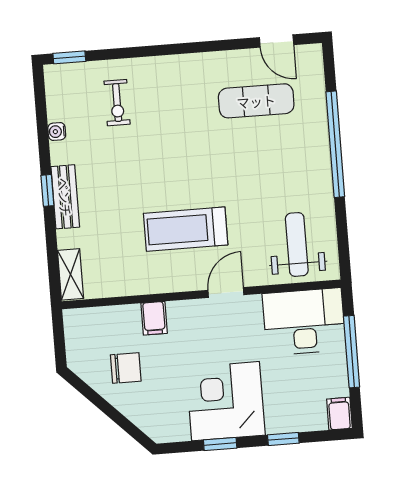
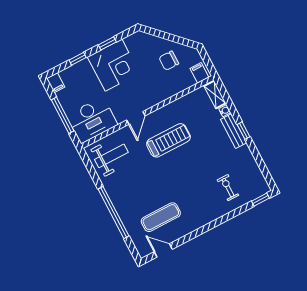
water cooler: (57, 132) -> (225, 111), moved
weight bench: (297, 244) -> (111, 156), turned -90
filing cabinet: (154, 318) -> (199, 73), moved

